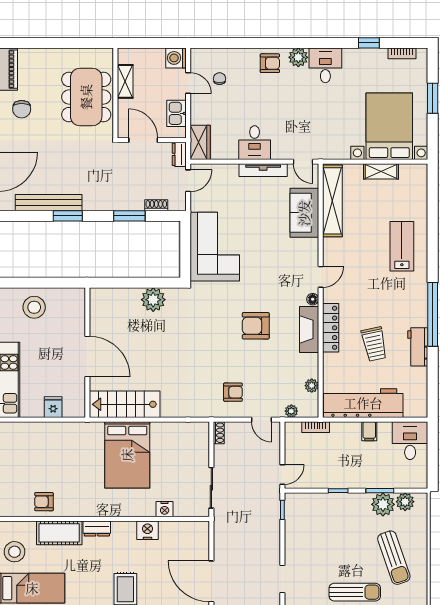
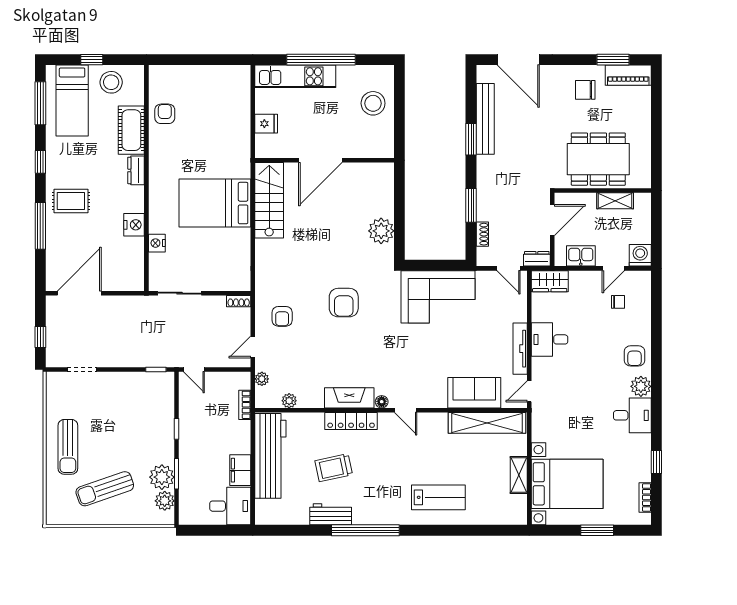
armchair: (256, 326) -> (344, 303), moved, turned 180
filing cabinet: (369, 431) -> (240, 470), width x2.00

